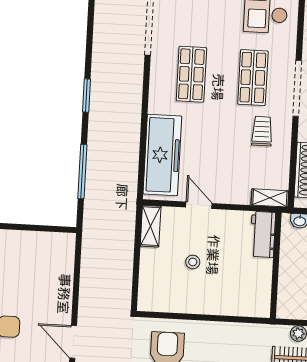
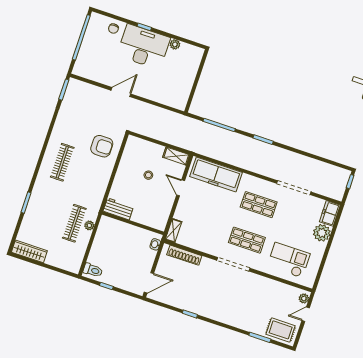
trolley: (262, 131) -> (214, 237), removed
door: (199, 205) -> (181, 188), swing flipped
workbench: (263, 234) -> (118, 209), moved

